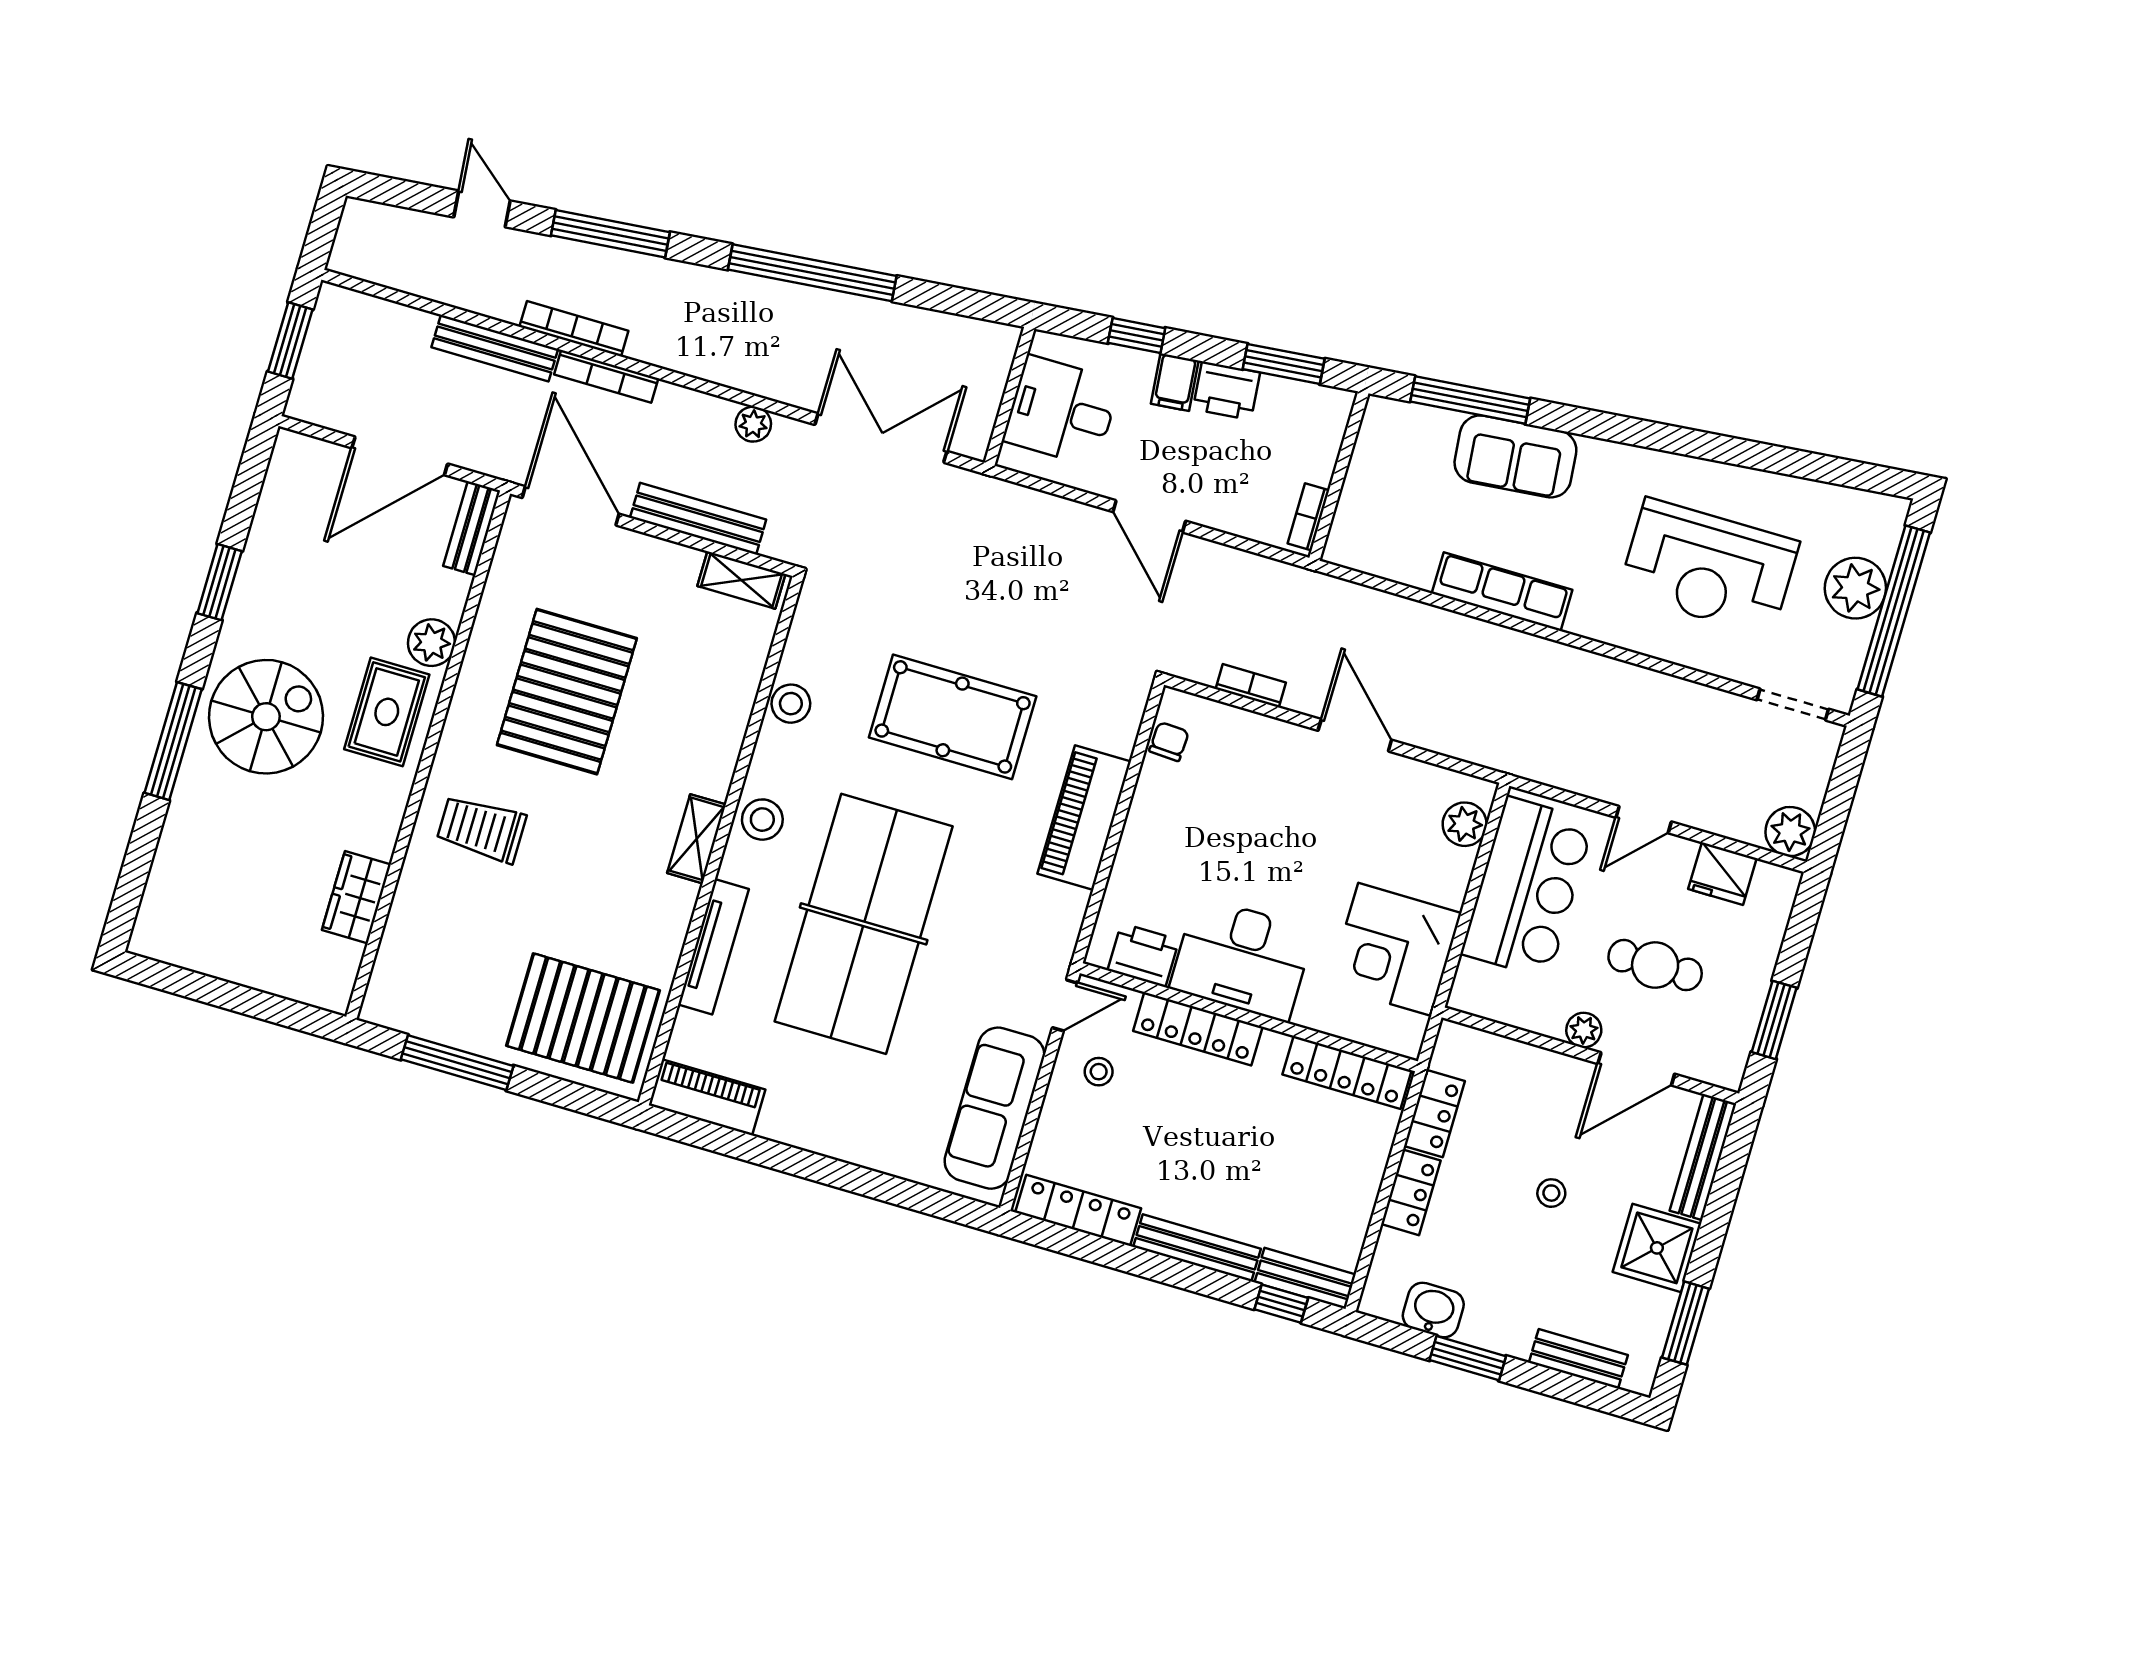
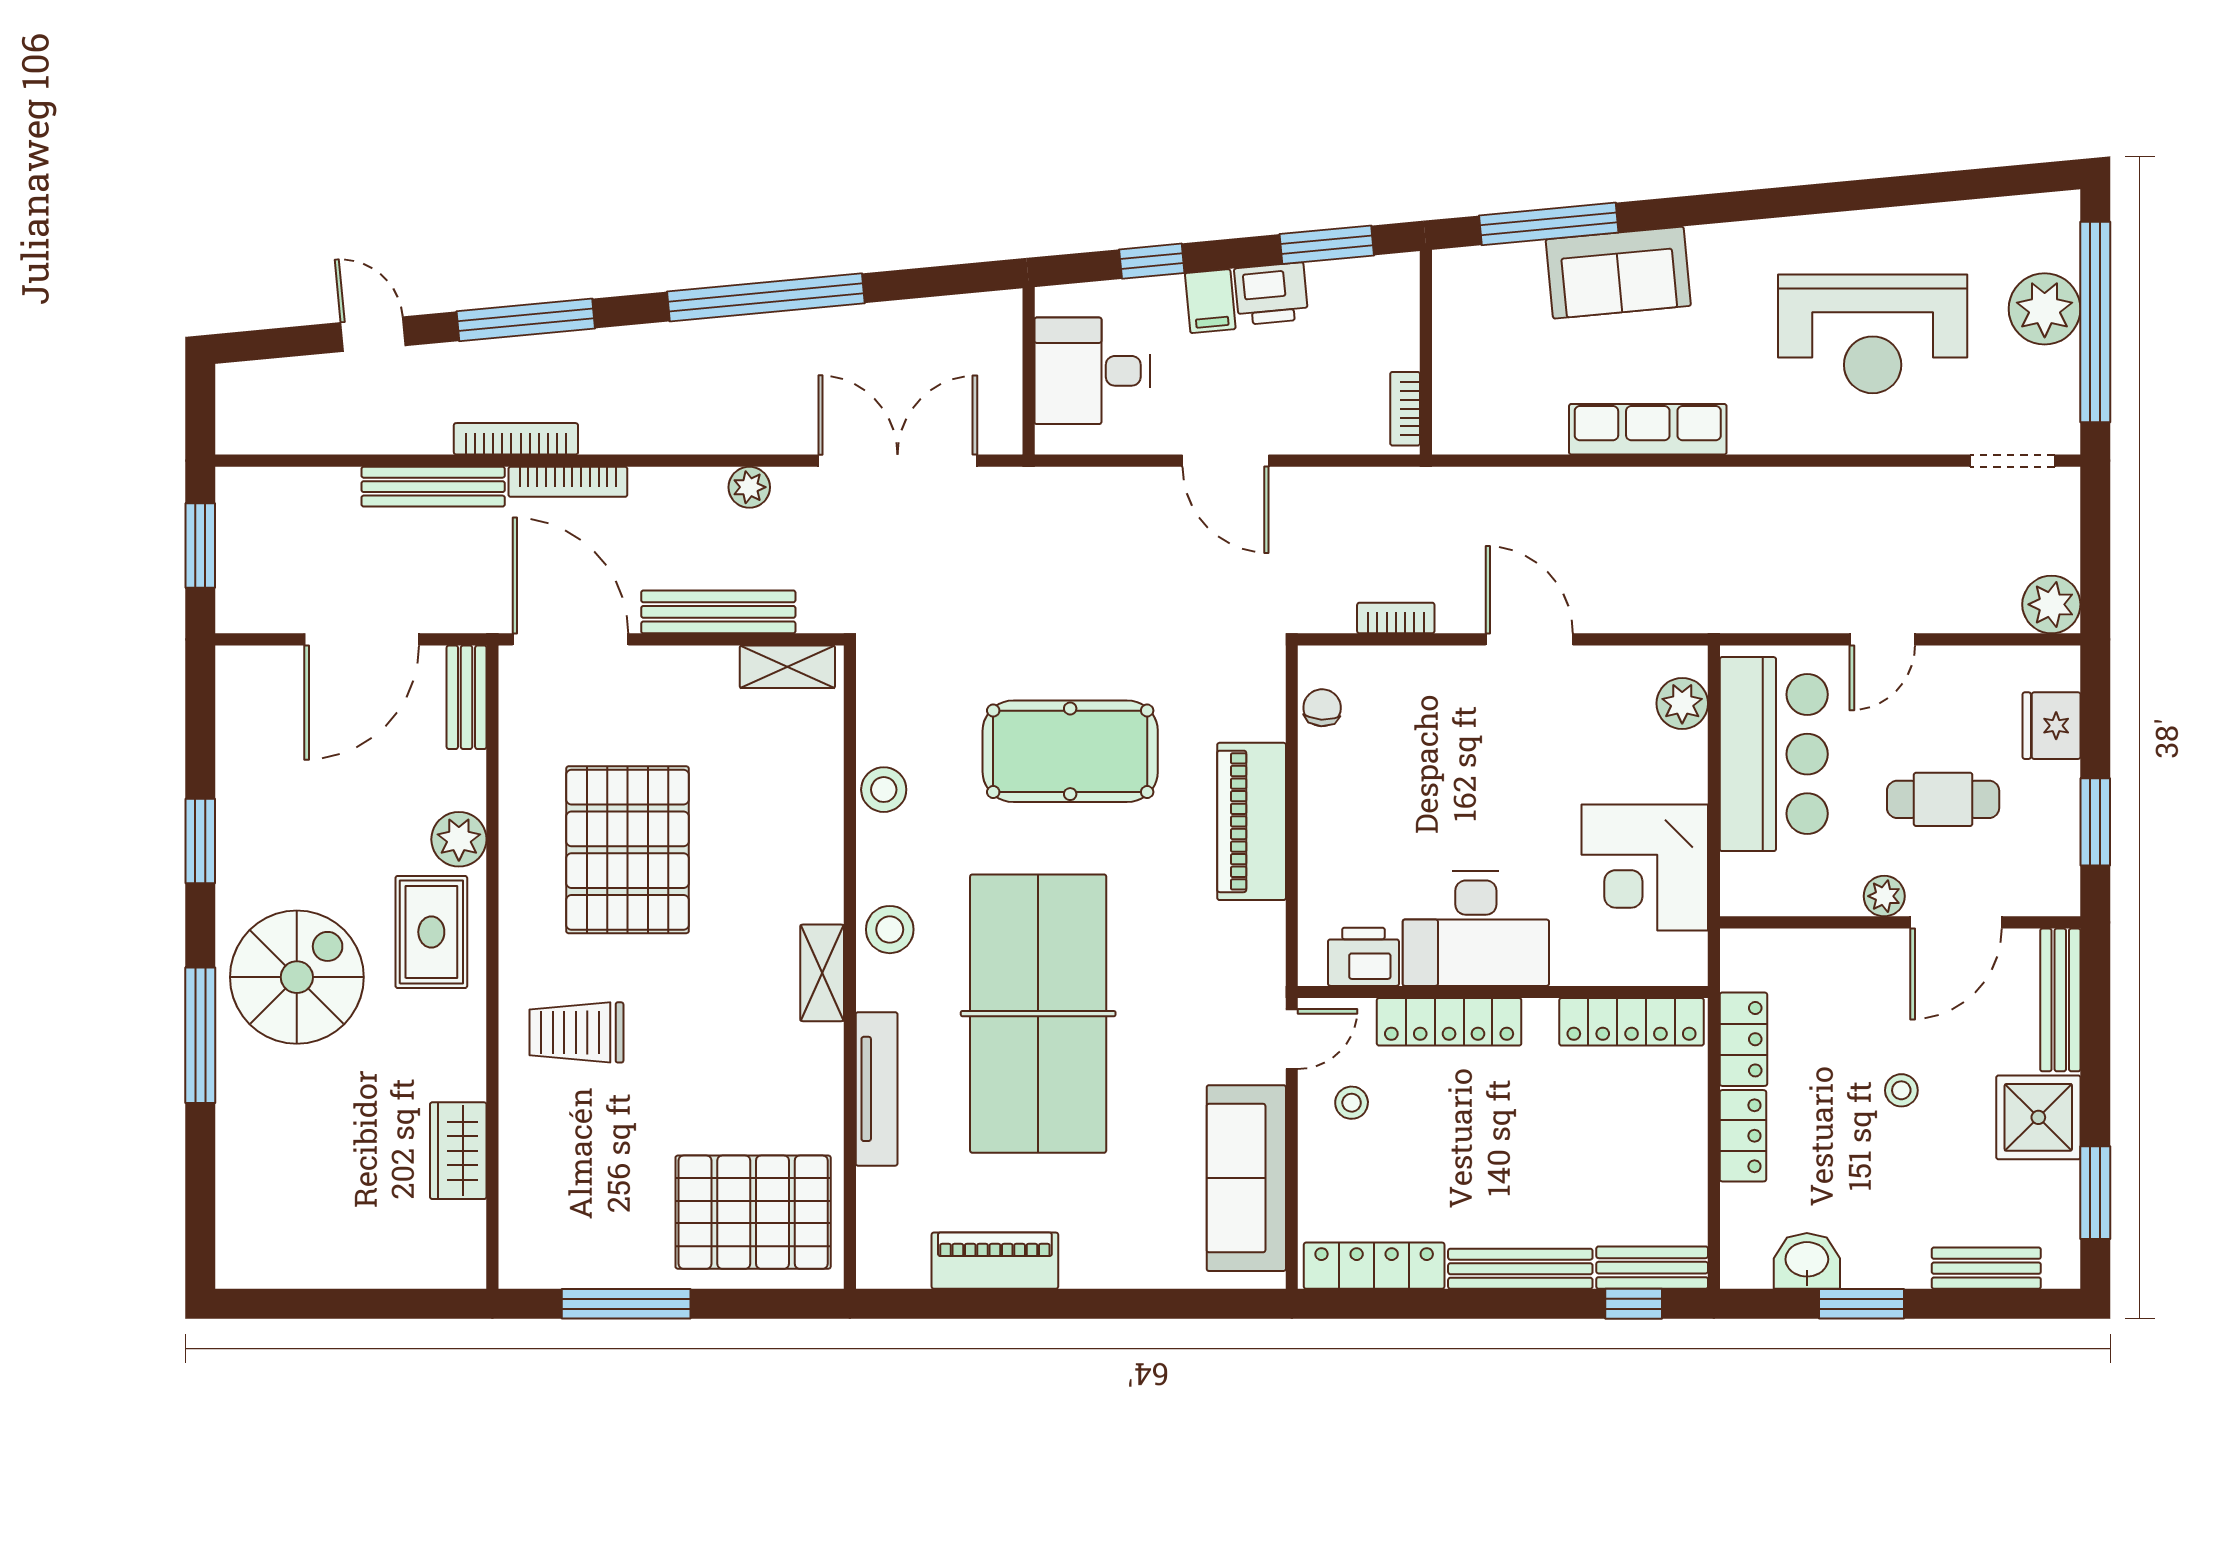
fridge: (1722, 874) -> (2051, 726), moved, turned 90
piano: (707, 1097) -> (995, 1261), moved

